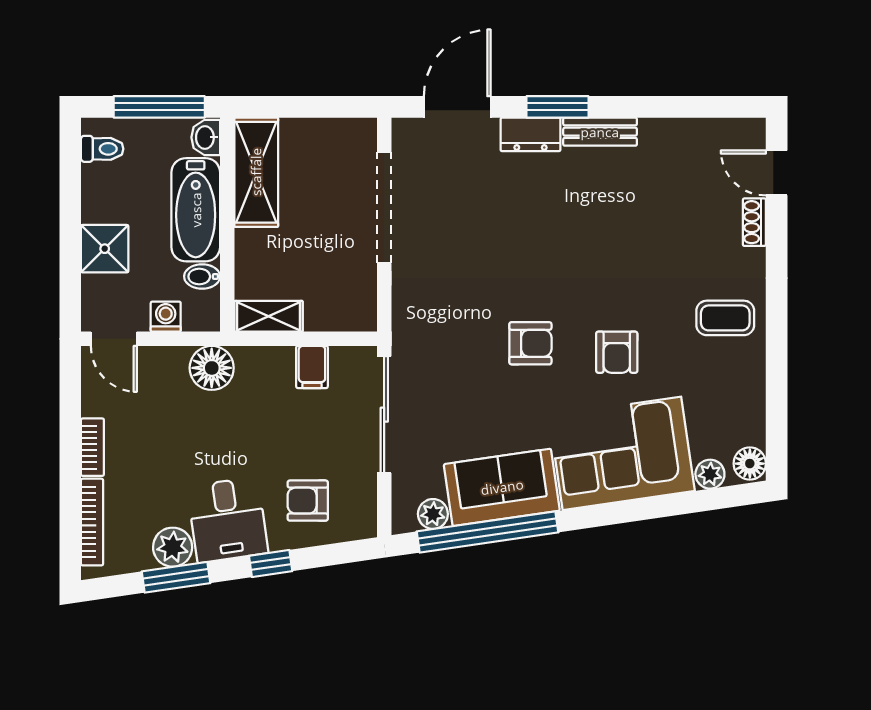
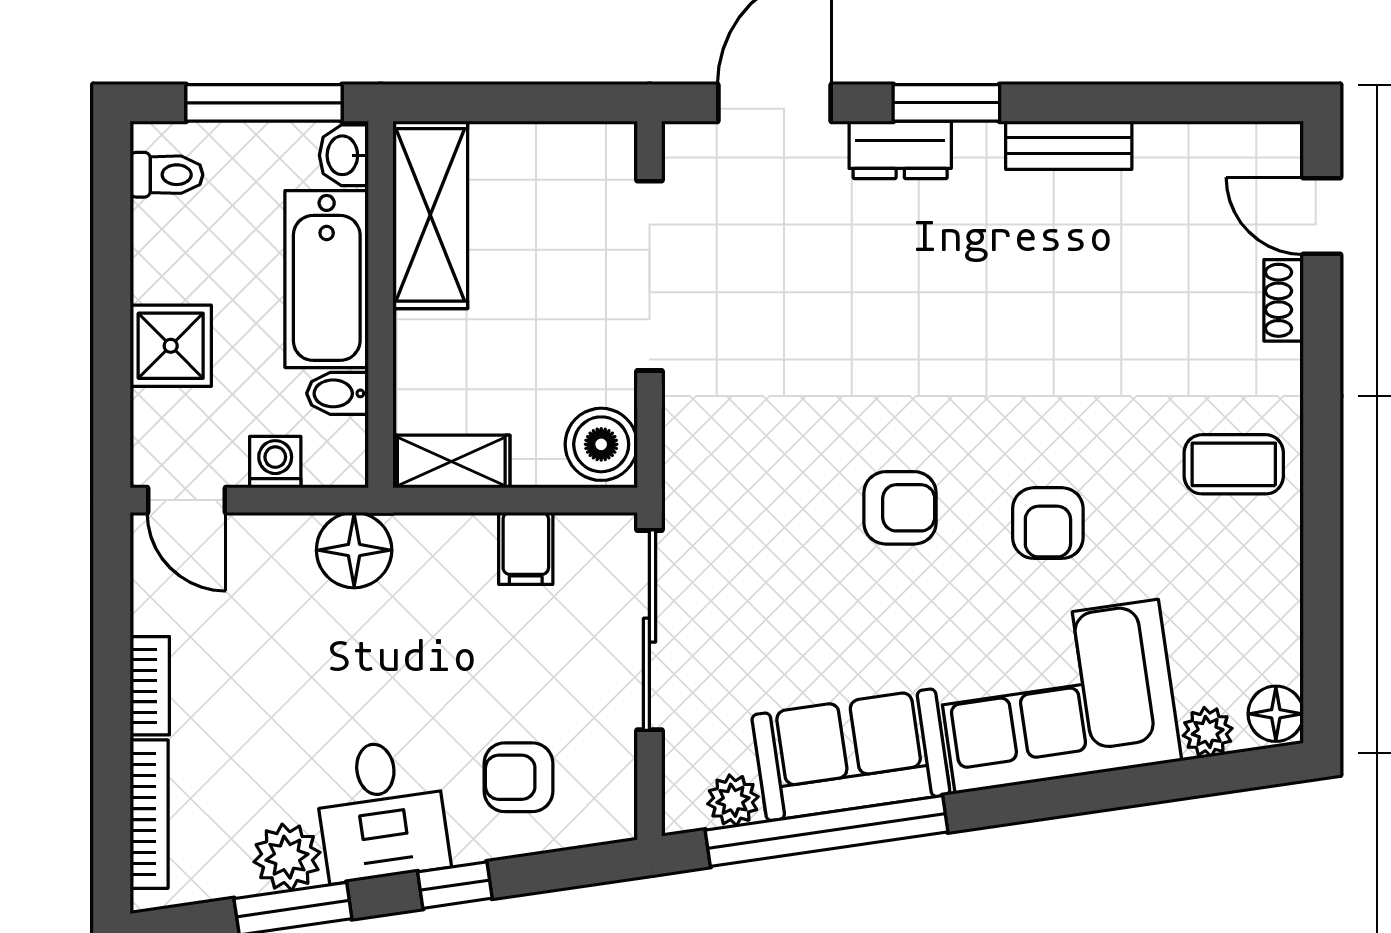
bench: (600, 132) -> (1069, 145), moved
boiler: (356, 306) -> (601, 444), added

